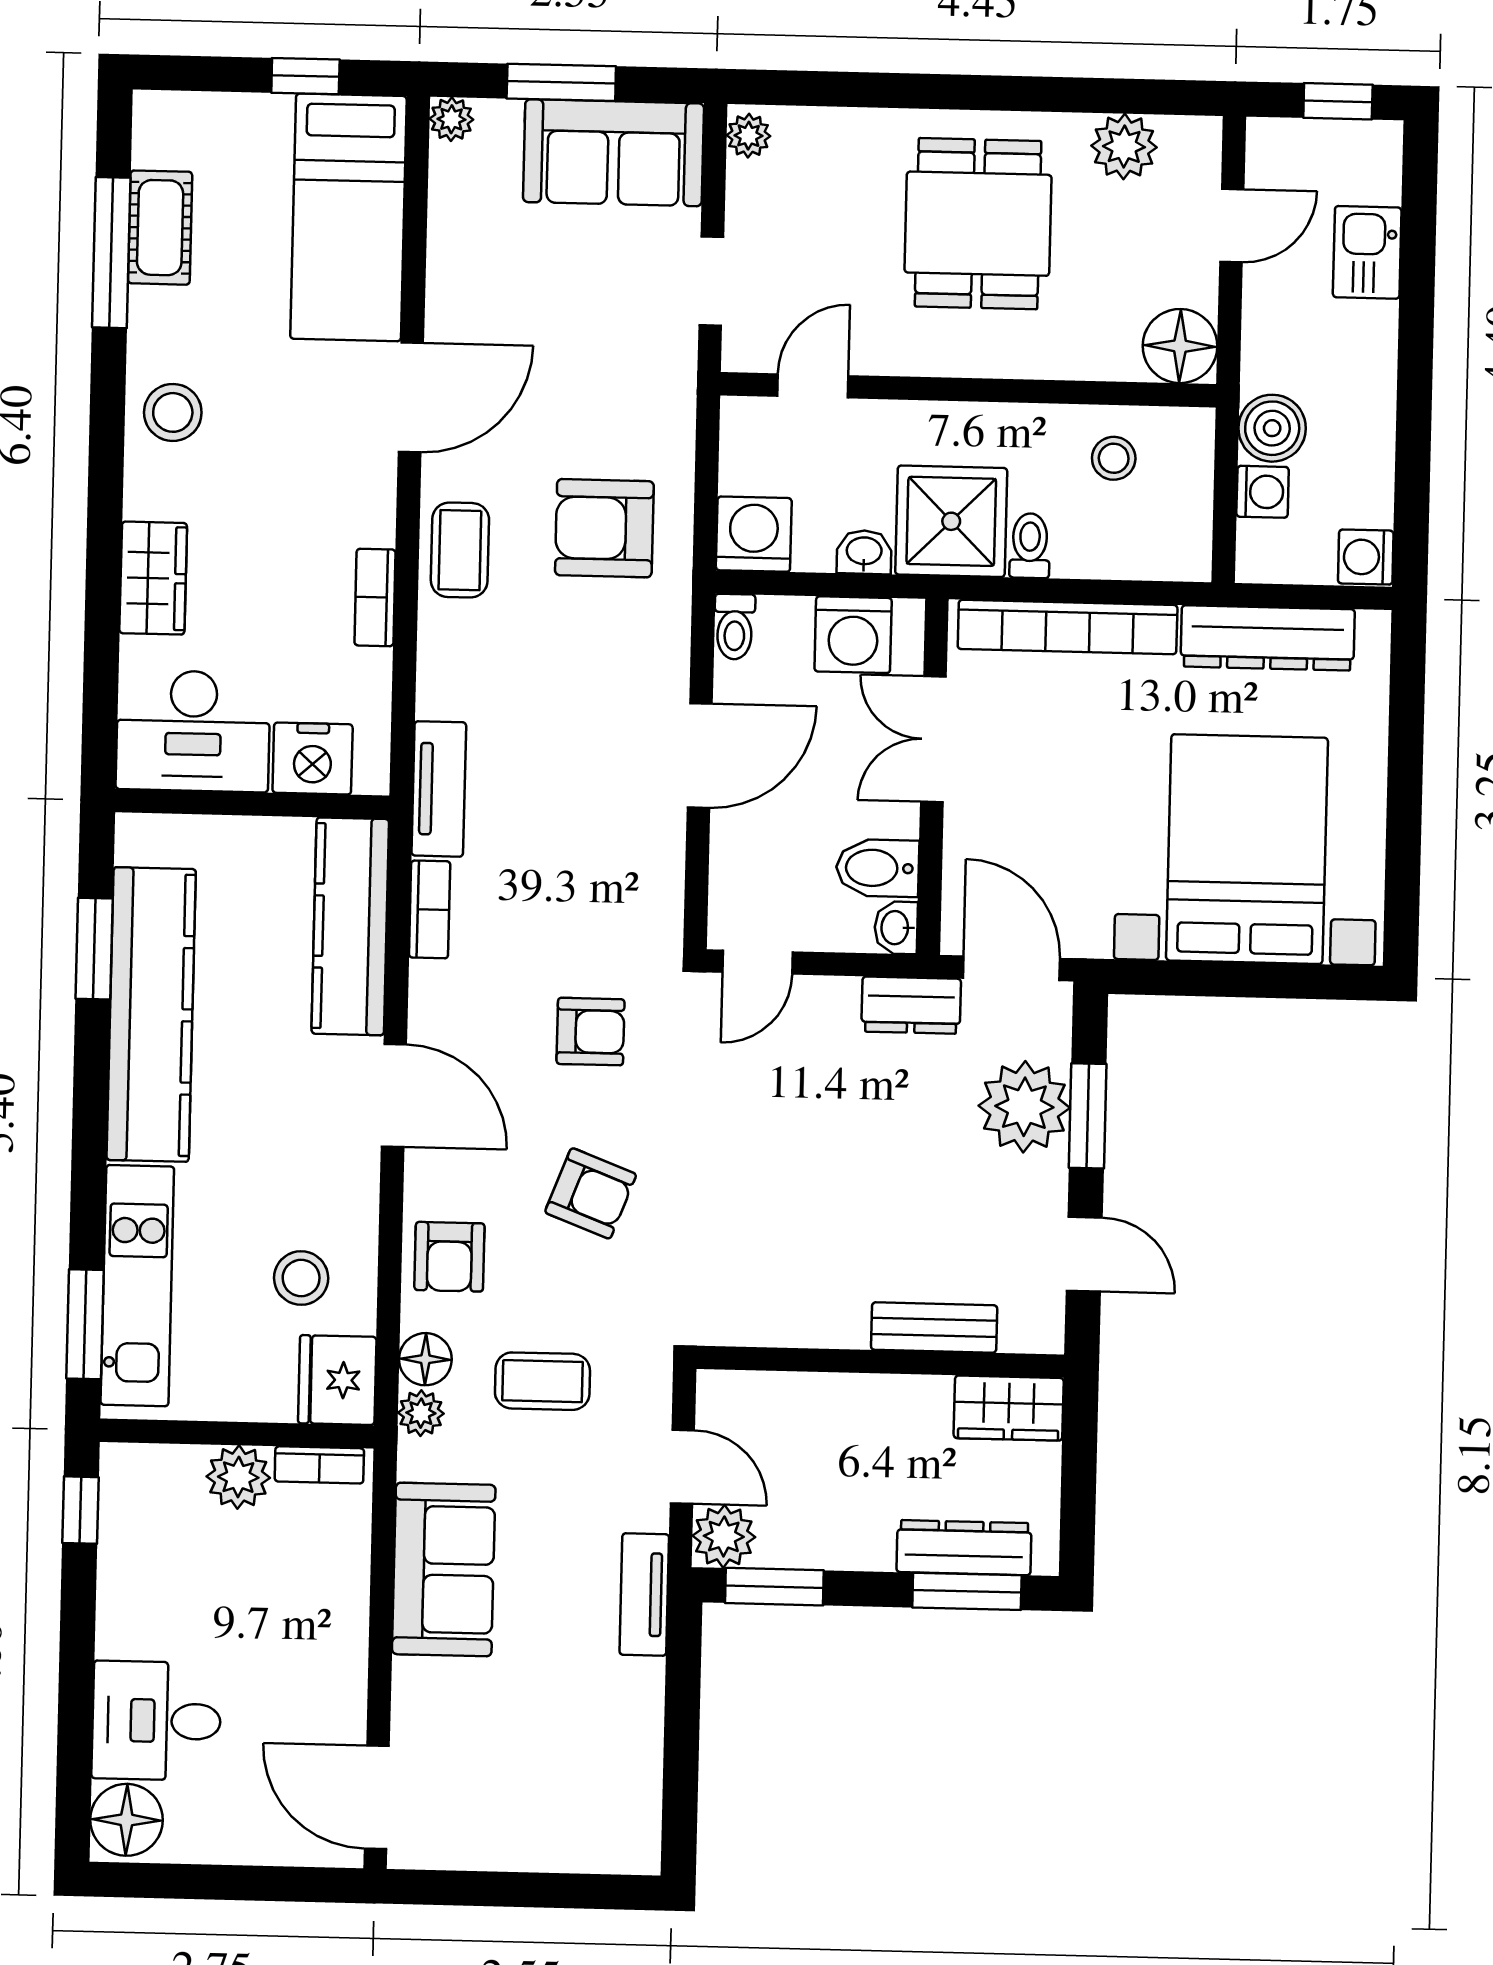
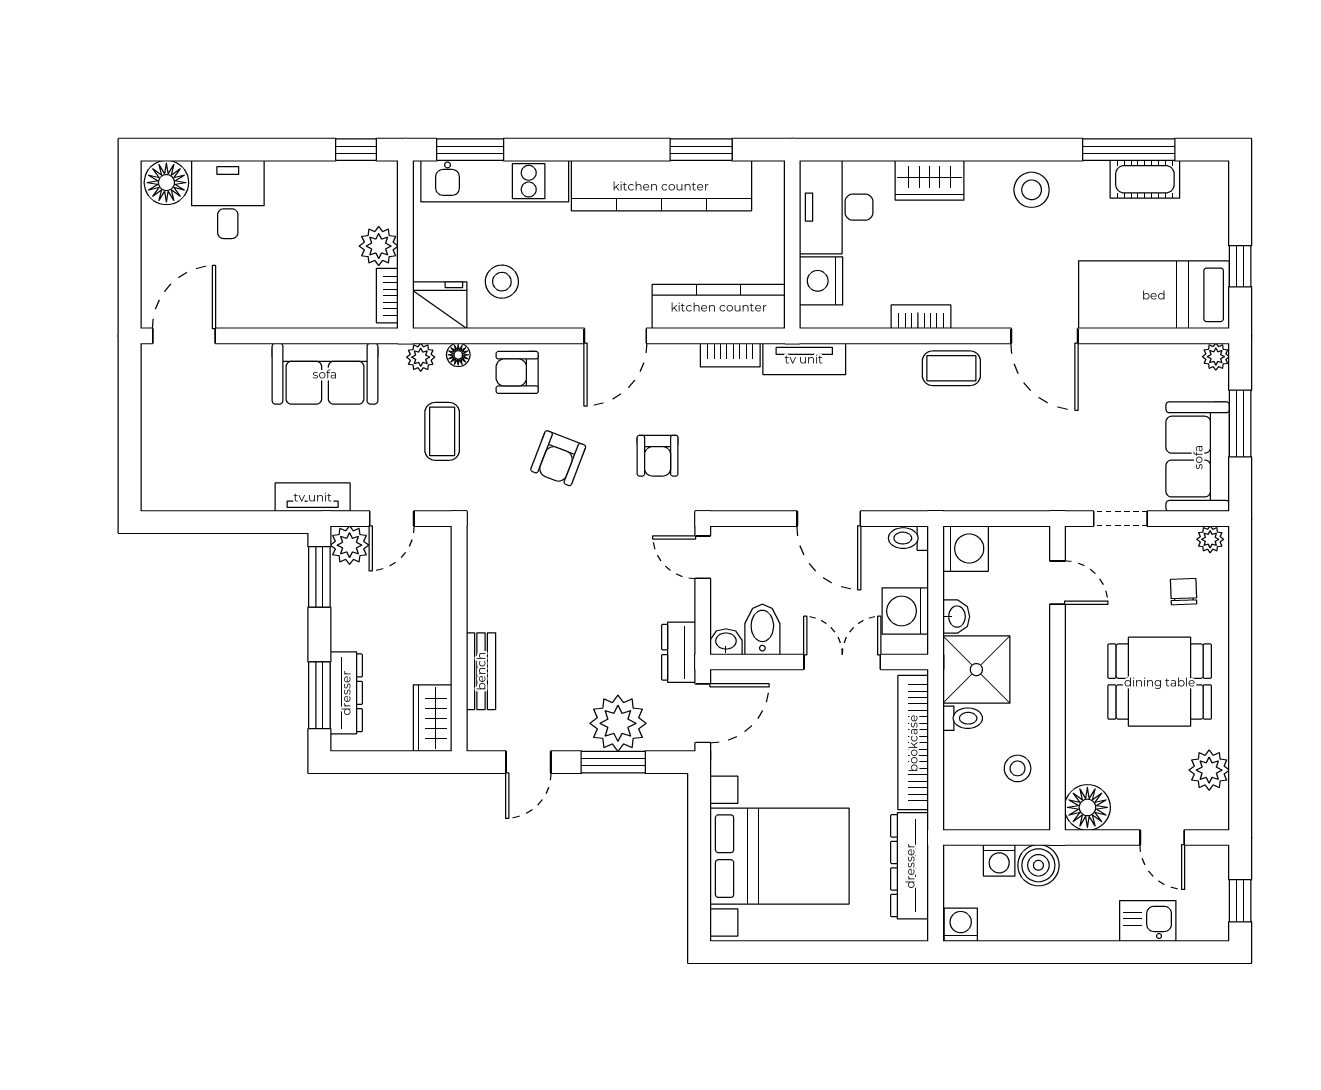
chair: (833, 181) -> (1184, 592), added
armchair: (604, 528) -> (967, 457), removed
floor lamp: (425, 1359) -> (458, 355), width x0.73, depth x0.73

